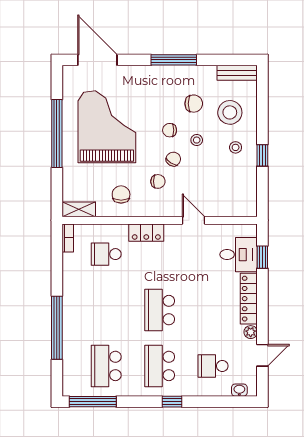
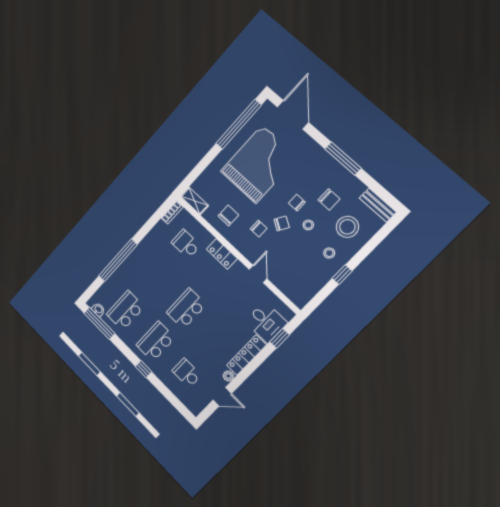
window: (57, 134) -> (239, 124), moved
washbasin: (239, 390) -> (98, 309), moved

